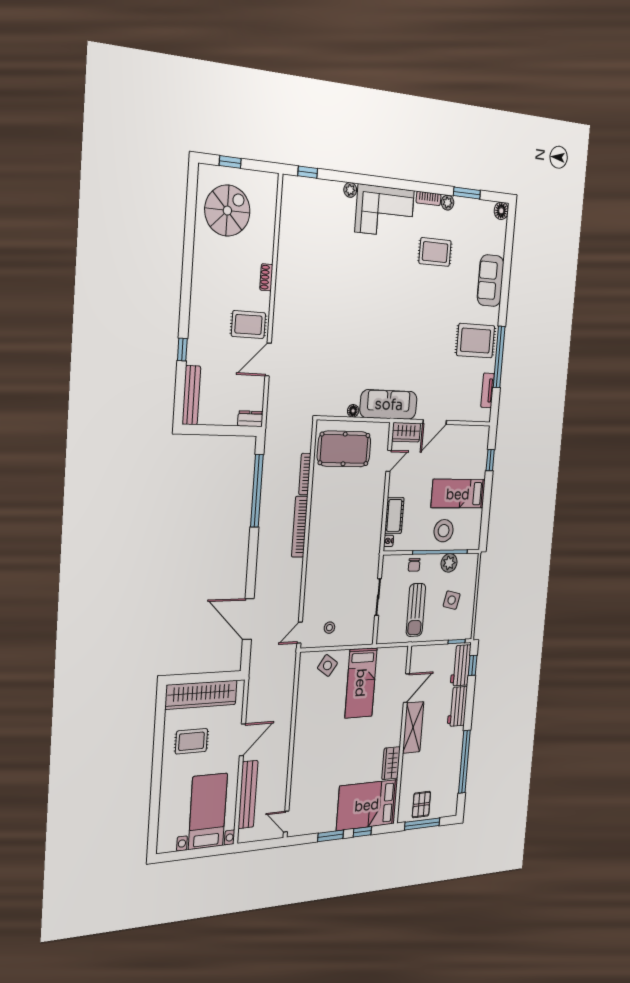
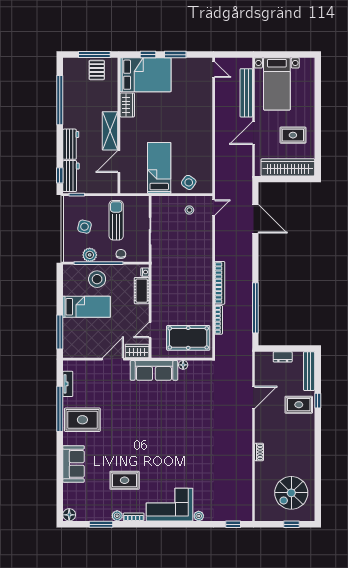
rug: (248, 325) -> (299, 405), moved
dresser: (250, 419) -> (283, 357), moved
window: (490, 460) -> (60, 332), width x2.17

